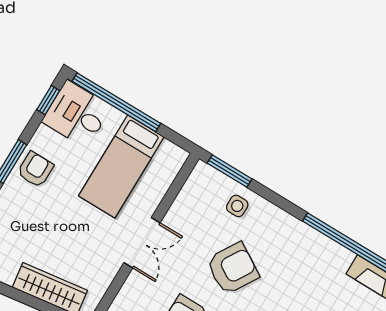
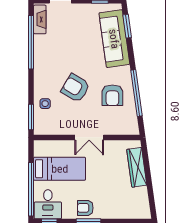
double door: (142, 243) -> (89, 137), swing flipped

